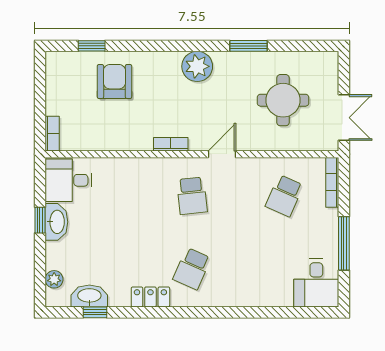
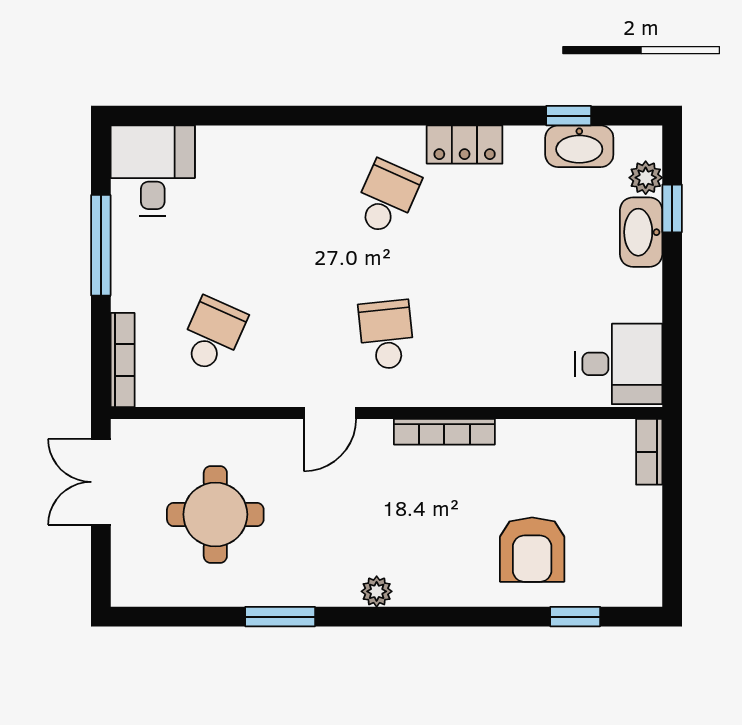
plant: (197, 66) -> (377, 591), width x0.53, depth x0.53
bookcase: (171, 144) -> (444, 432), width x1.56
window: (40, 220) -> (672, 208), moved
washbasin: (56, 222) -> (641, 232), moved

